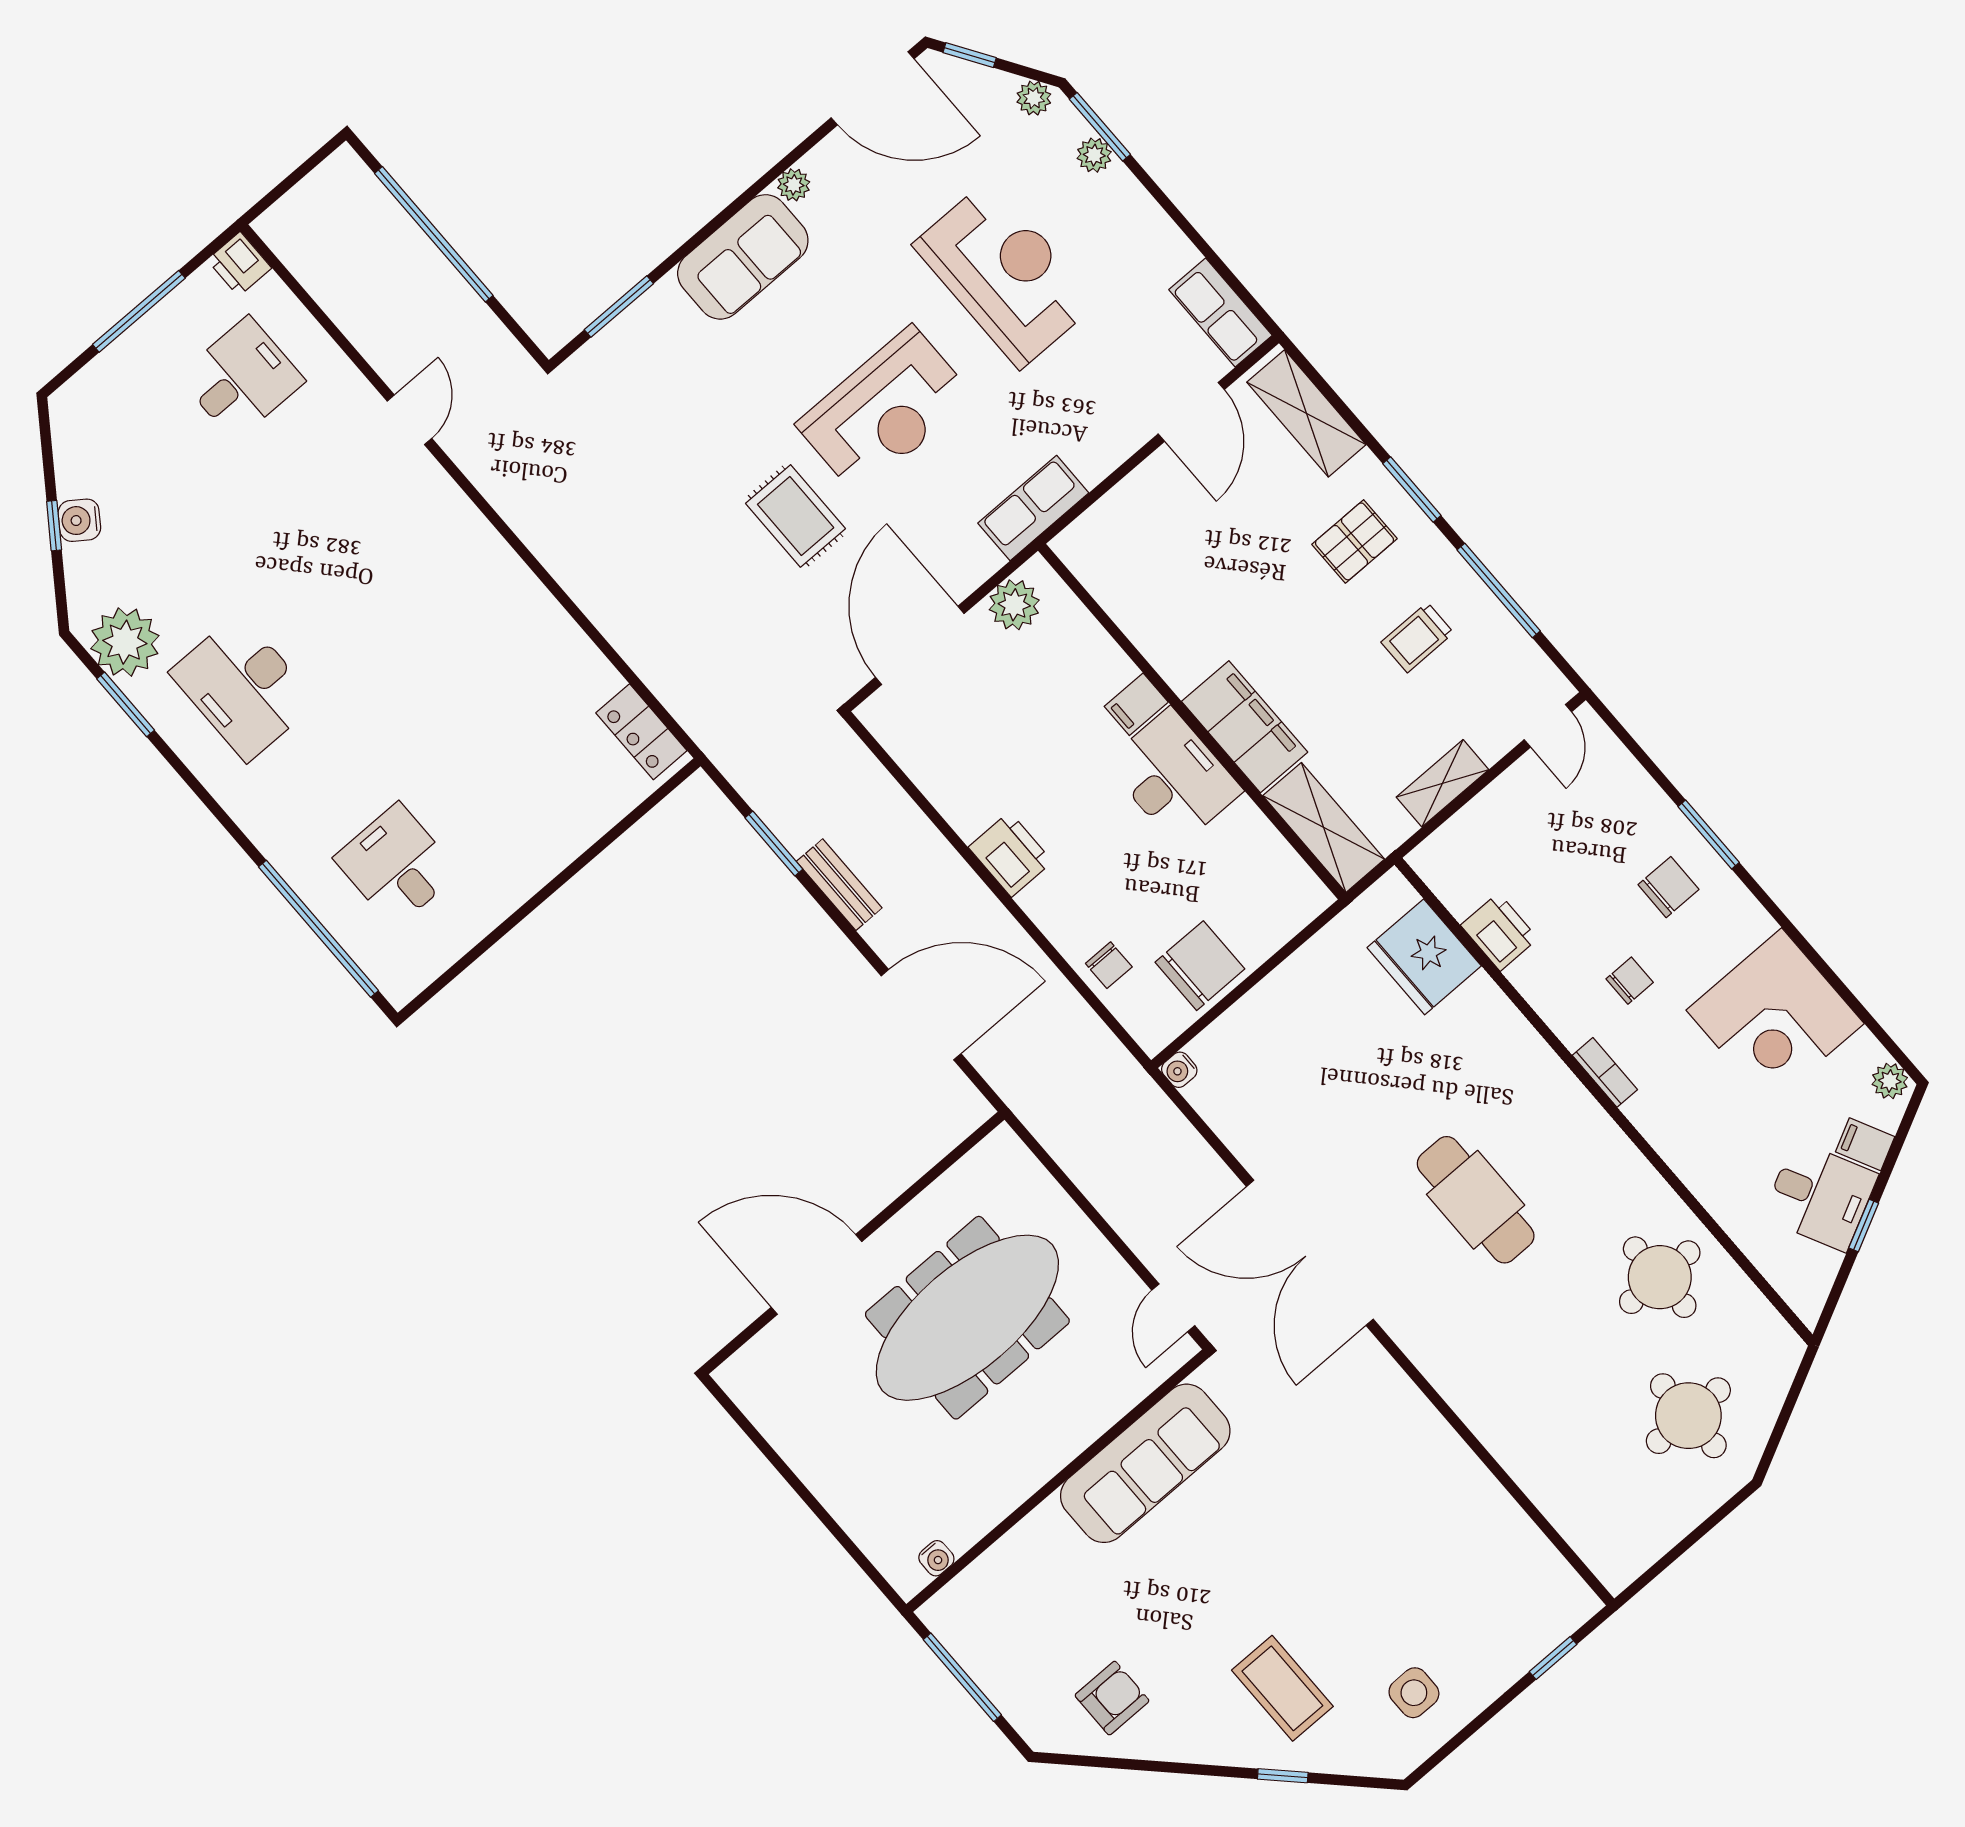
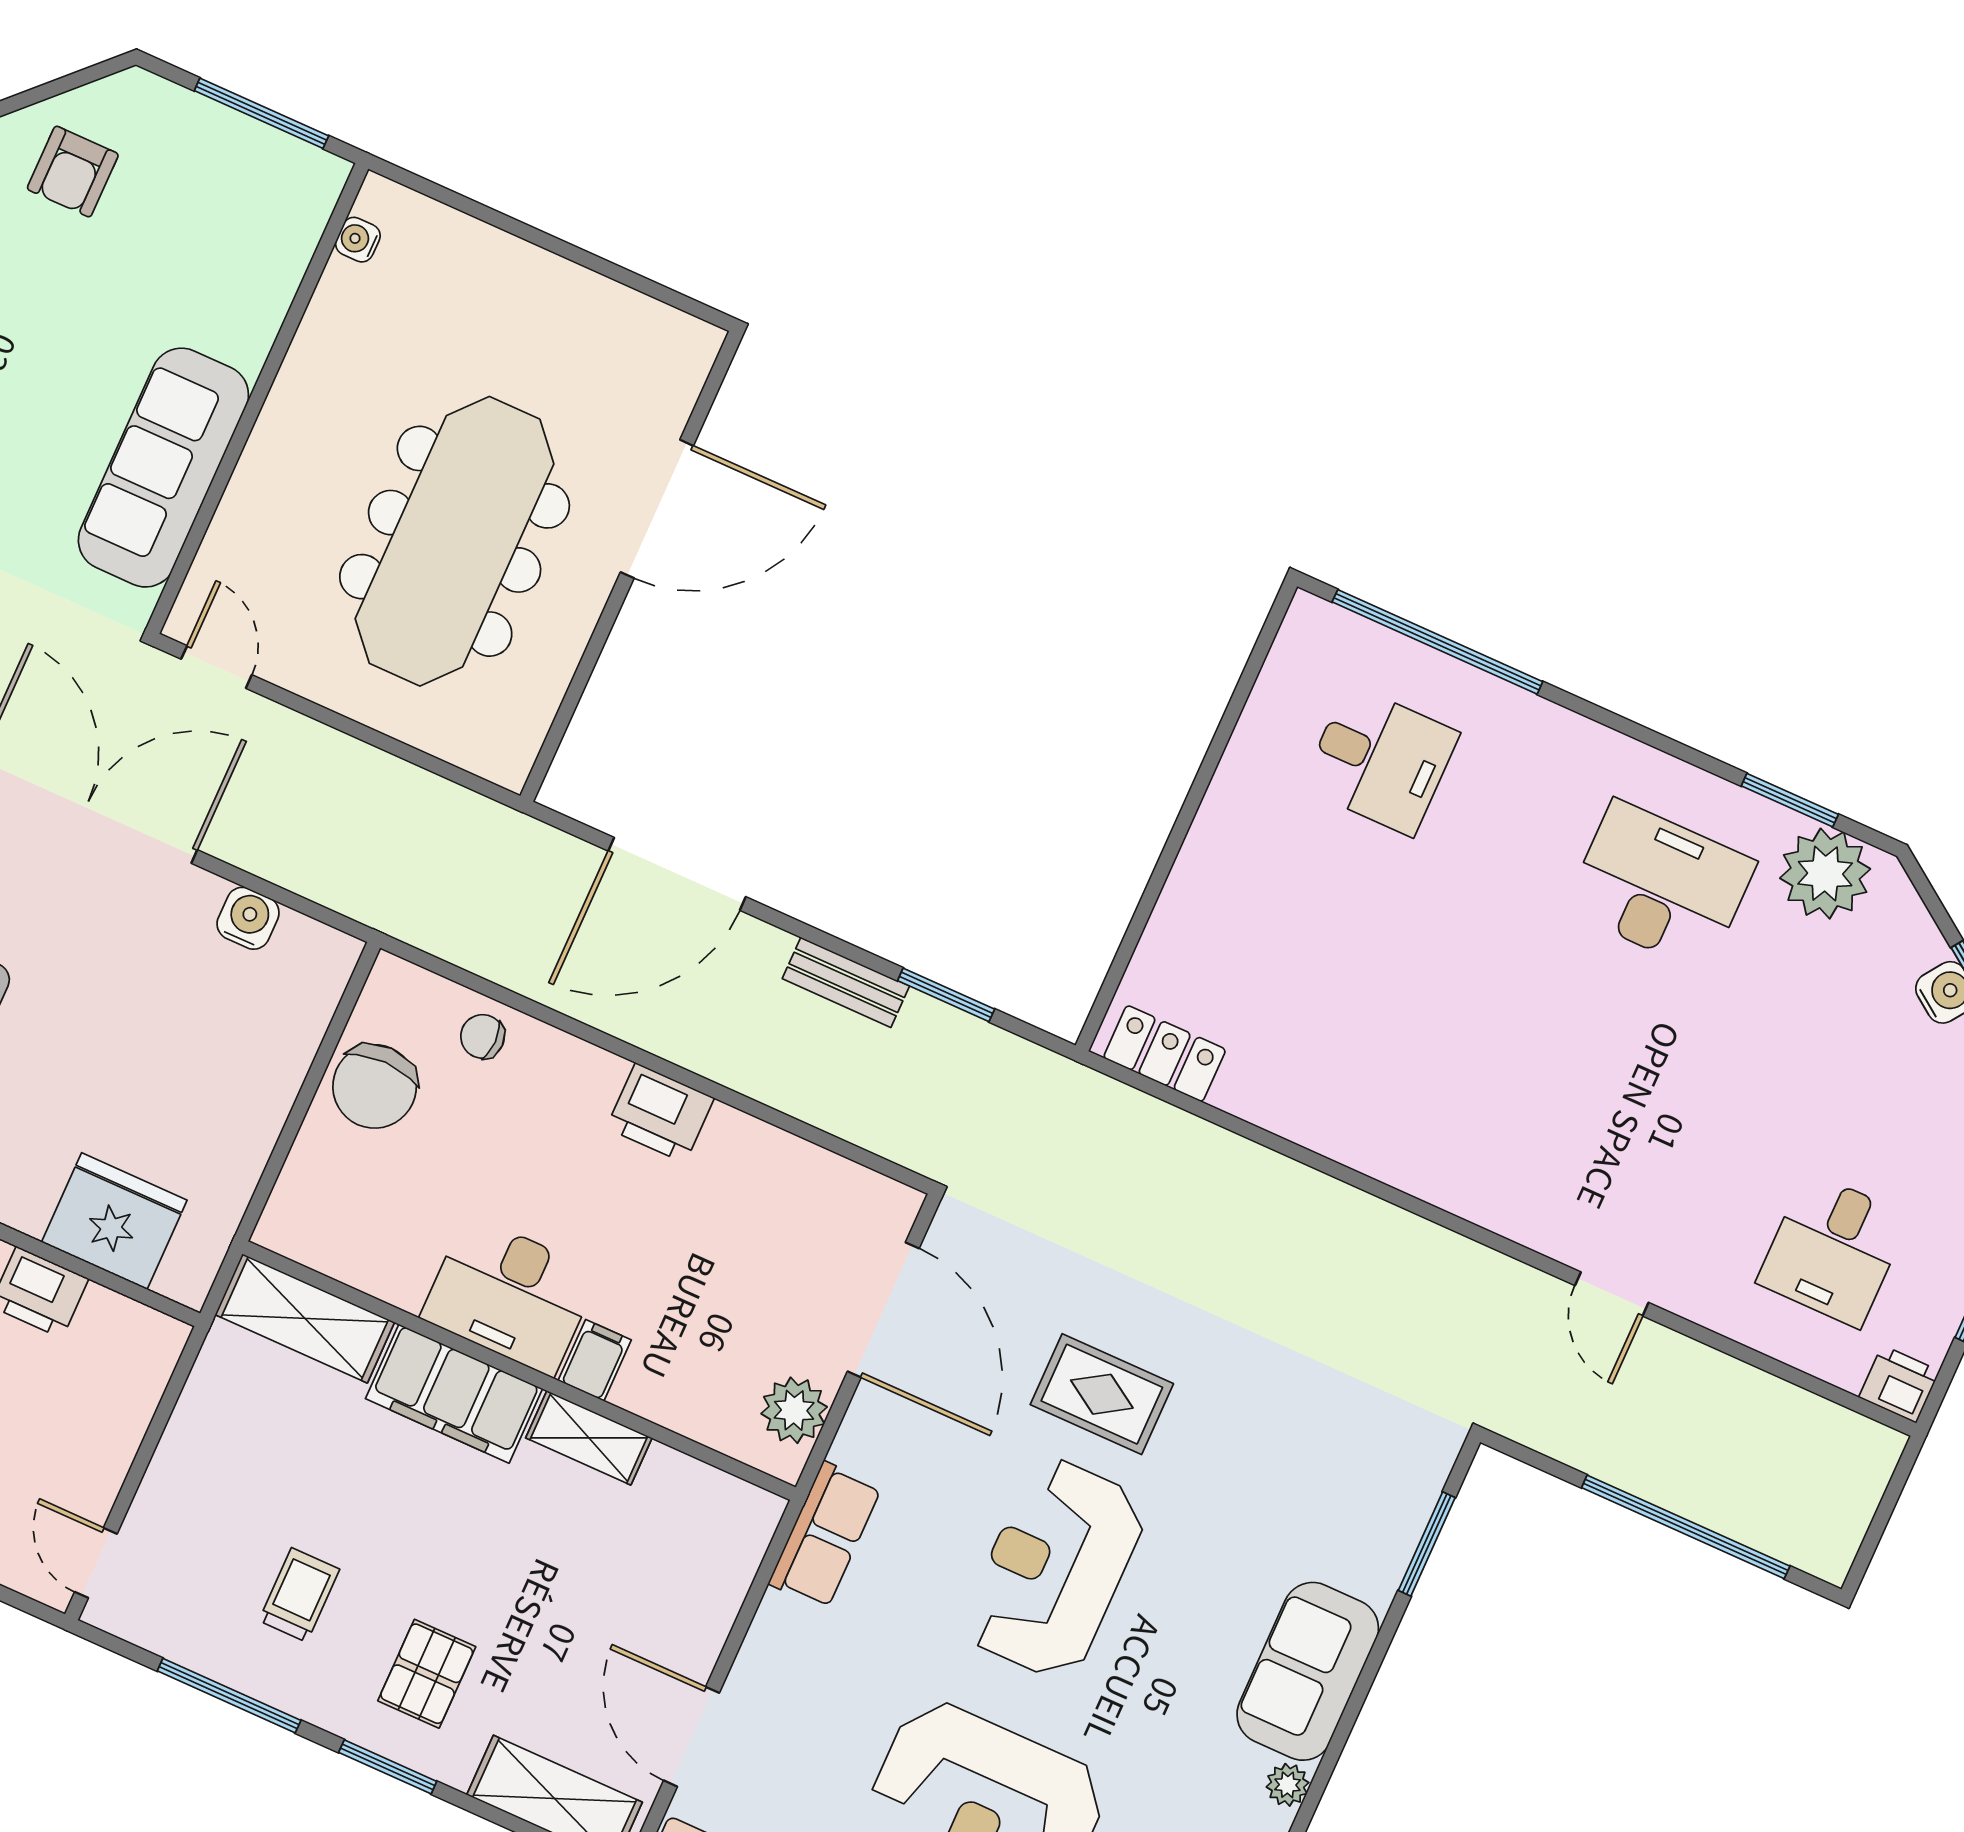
shelving: (1443, 783) -> (589, 1438), moved, turned 90
water cooler: (1179, 1070) -> (248, 918), moved, width x1.38, depth x1.38

